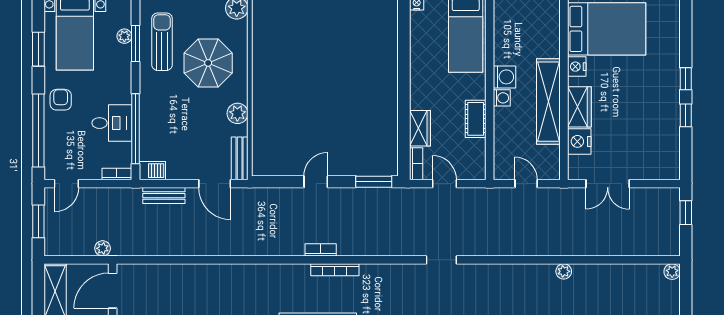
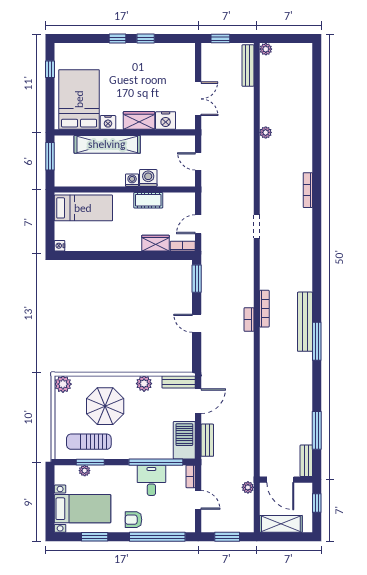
washing machine: (505, 77) -> (148, 178), moved
shelving: (548, 102) -> (107, 144), moved
barbecue: (152, 171) -> (184, 440), width x1.88, depth x1.53
door: (66, 184) -> (198, 500), moved
door: (526, 184) -> (198, 161), hinge flipped
bench: (651, 248) -> (248, 66), added

